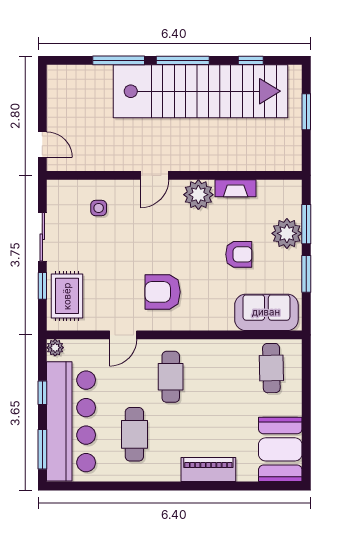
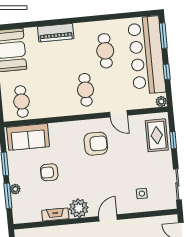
plant: (287, 233) -> (15, 189), width x0.53, depth x0.53
sliding door: (42, 237) -> (177, 184), moved
door: (123, 335) -> (118, 114), swing flipped

